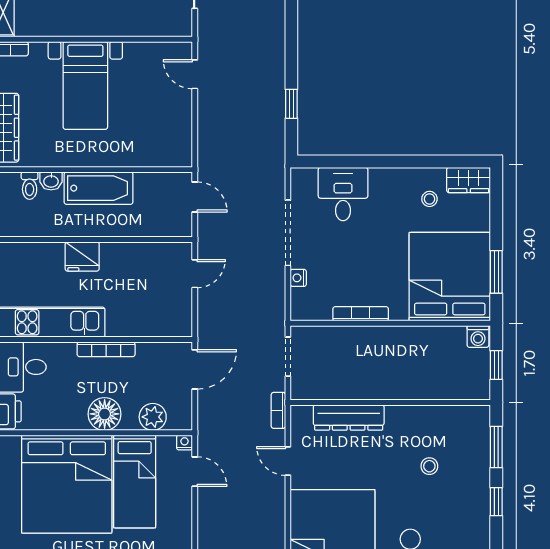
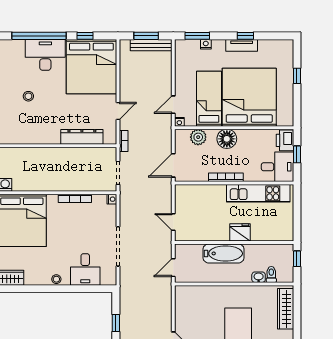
bathtub: (98, 188) -> (223, 253), moved, turned 180
door: (195, 197) -> (173, 268), hinge flipped
stool: (429, 199) -> (56, 279), moved
door: (195, 274) -> (173, 222), hinge flipped
nightstand: (298, 278) -> (112, 199), moved
door: (288, 461) -> (118, 111), hinge flipped
stool: (429, 466) -> (28, 96), moved
door: (195, 472) -> (173, 105), hinge flipped

